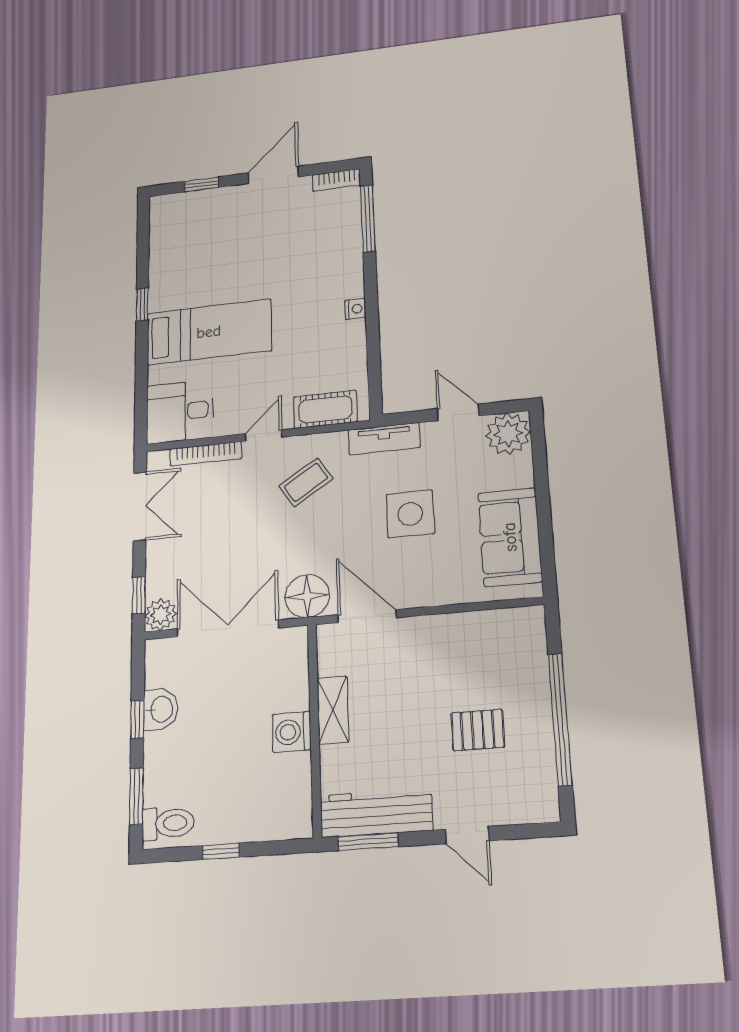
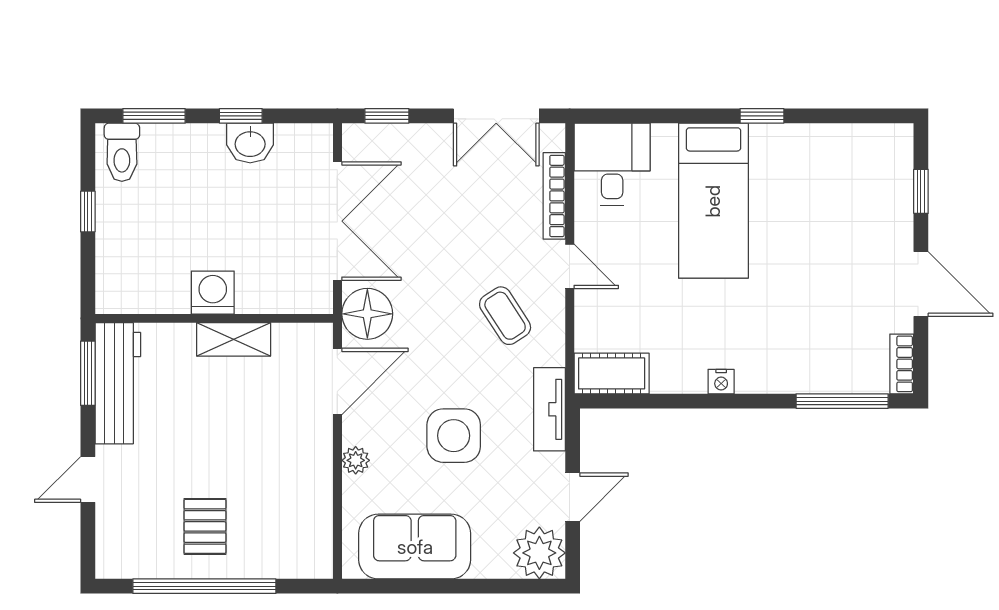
cot: (325, 409) -> (612, 373), moved, turned 90
plant: (161, 615) -> (356, 460), moved, width x0.73, depth x0.73
pallet: (478, 730) -> (205, 526), moved

